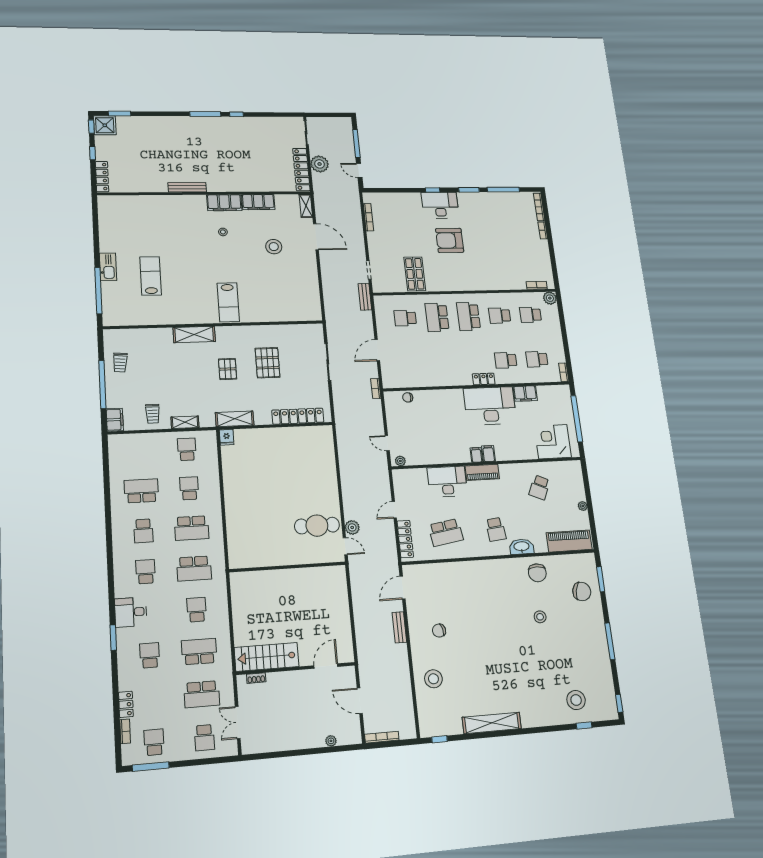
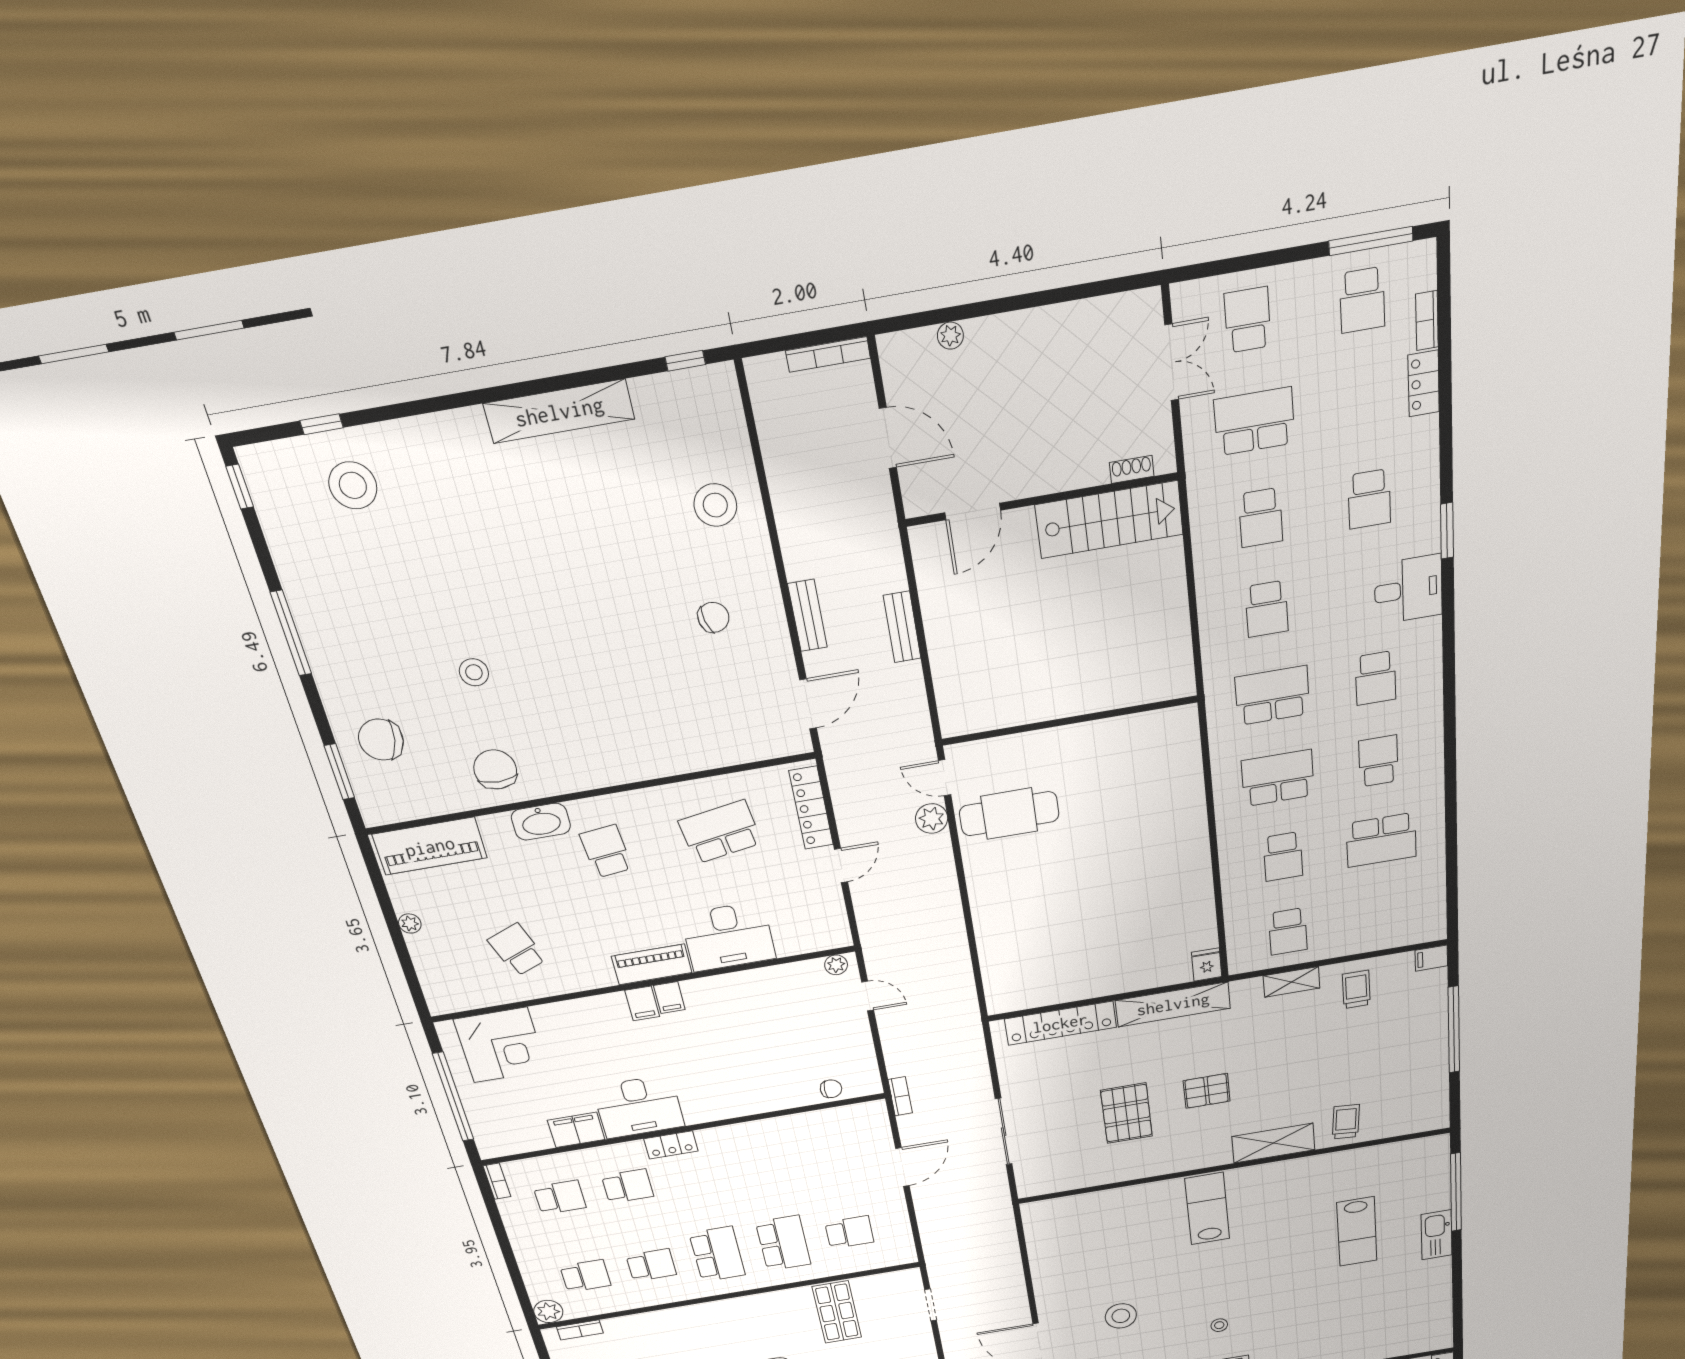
bench: (365, 297) -> (902, 627), moved
trolley: (120, 362) -> (1346, 1122), moved
pallet: (228, 369) -> (1207, 1091), turned 90
desk: (490, 406) -> (639, 1107), width x0.73, depth x0.77
shelving: (235, 419) -> (1173, 1004), width x1.47
filing cabinet: (115, 420) -> (1431, 958), width x0.50
school desk: (539, 487) -> (517, 950), turned -45
school desk: (199, 652) -> (1261, 518), width x0.54

